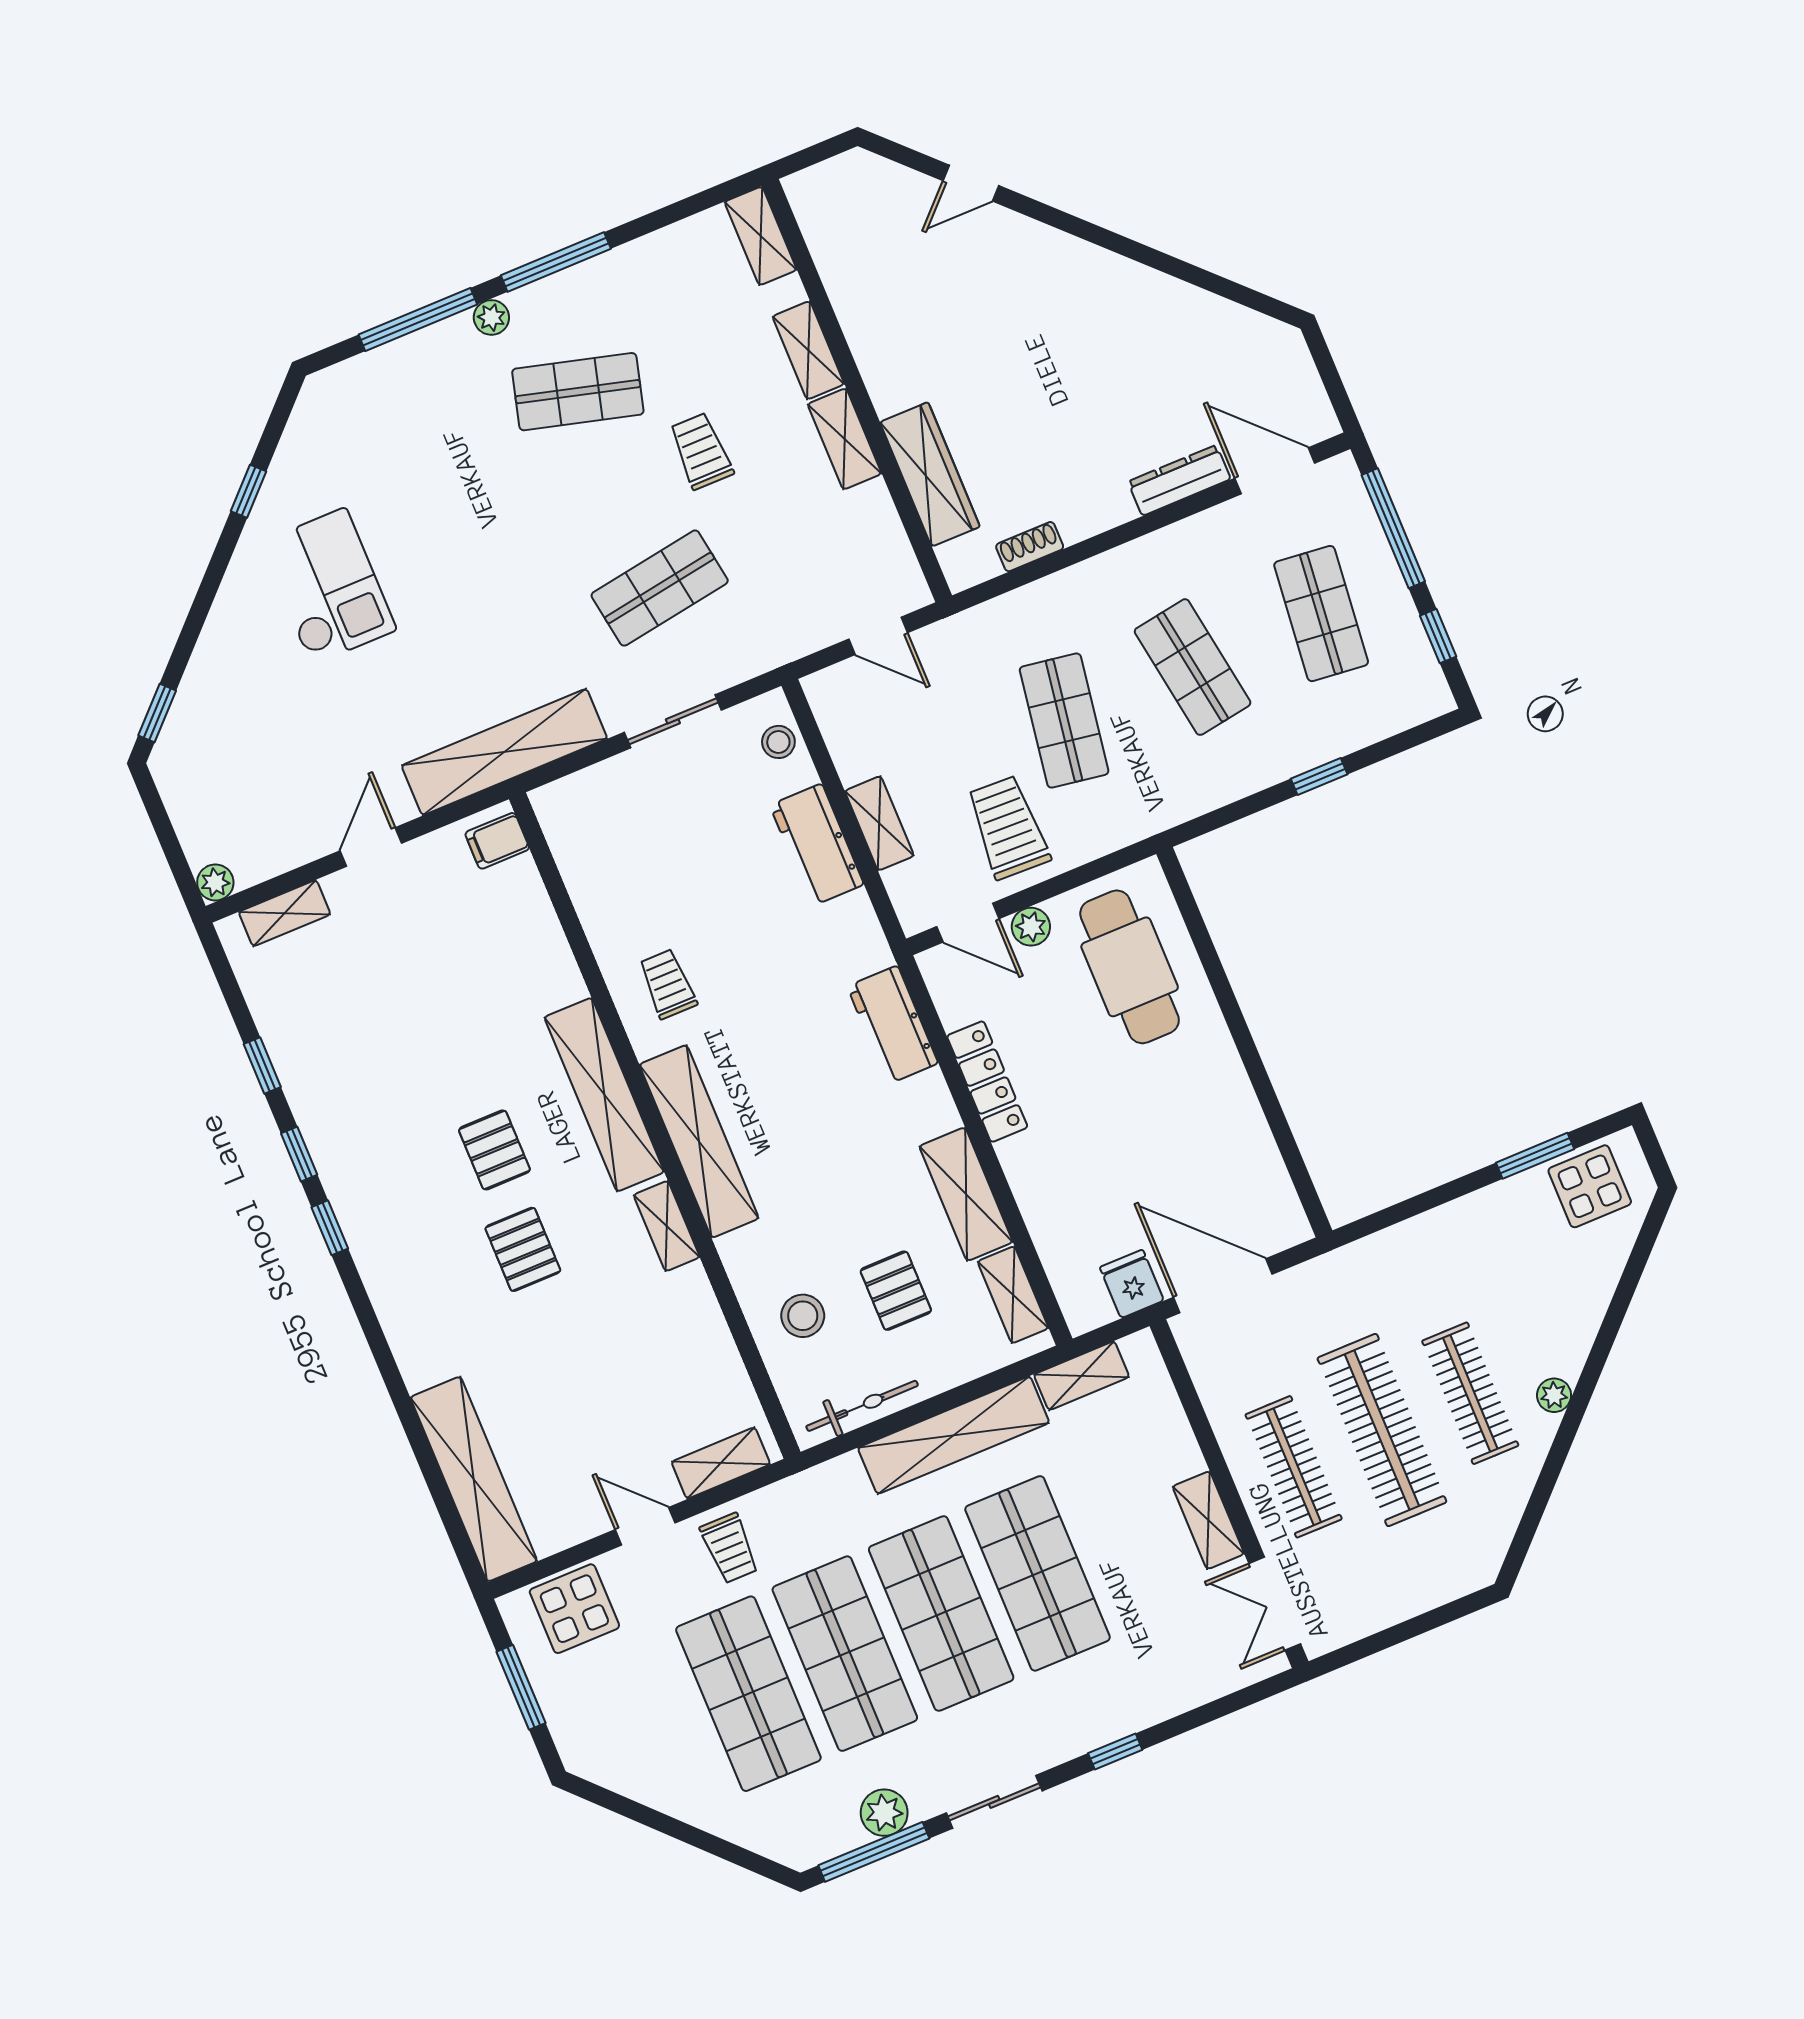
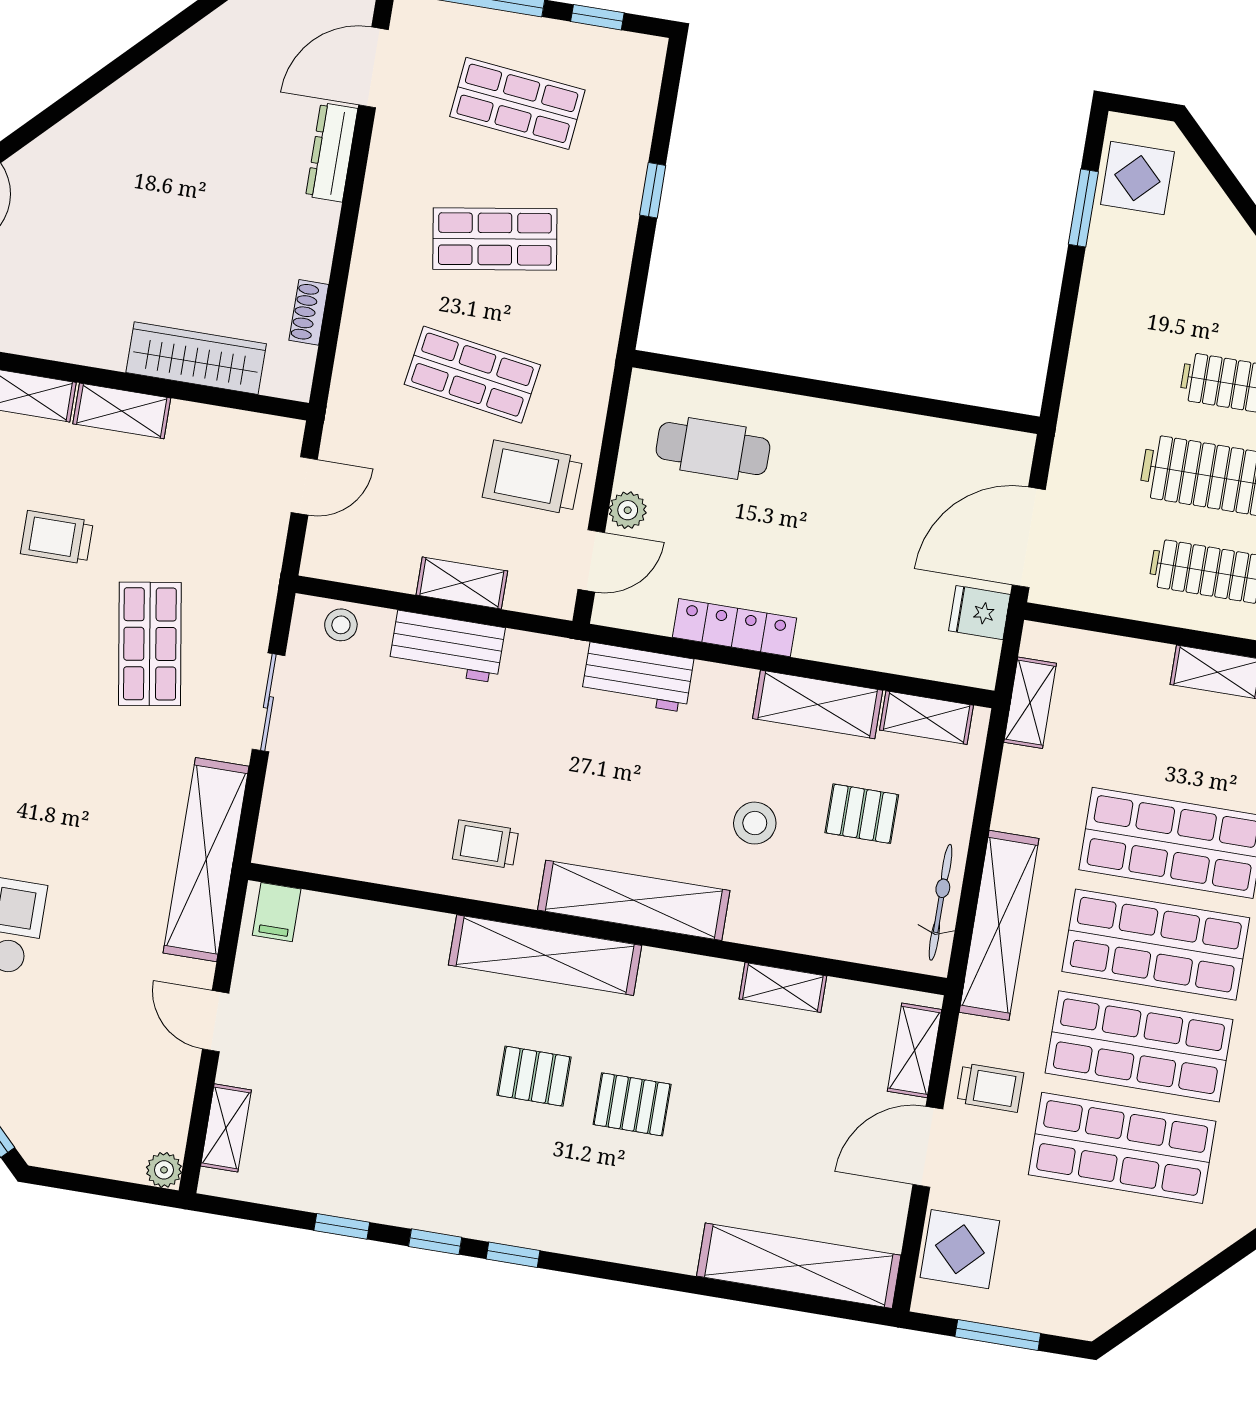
cafe table: (1130, 967) -> (713, 449), width x0.73, depth x0.74
shelving: (667, 1226) -> (783, 987), moved
stool: (803, 1316) -> (755, 823), moved
shelving: (954, 1435) -> (999, 925), moved
door: (645, 1526) -> (928, 1147), width x1.38

